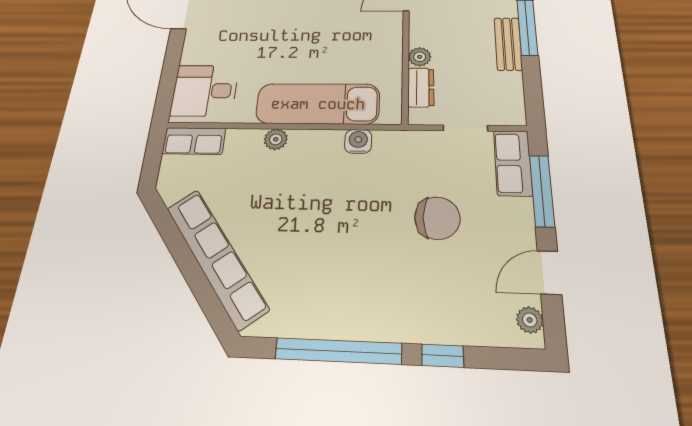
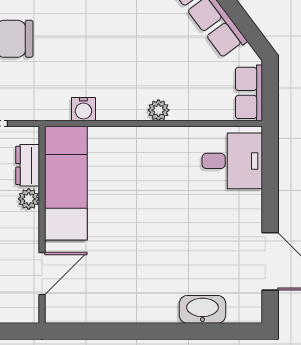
exam couch: (318, 104) -> (66, 183), moved, turned -90
row of seats: (194, 141) -> (249, 93), moved, turned -90

